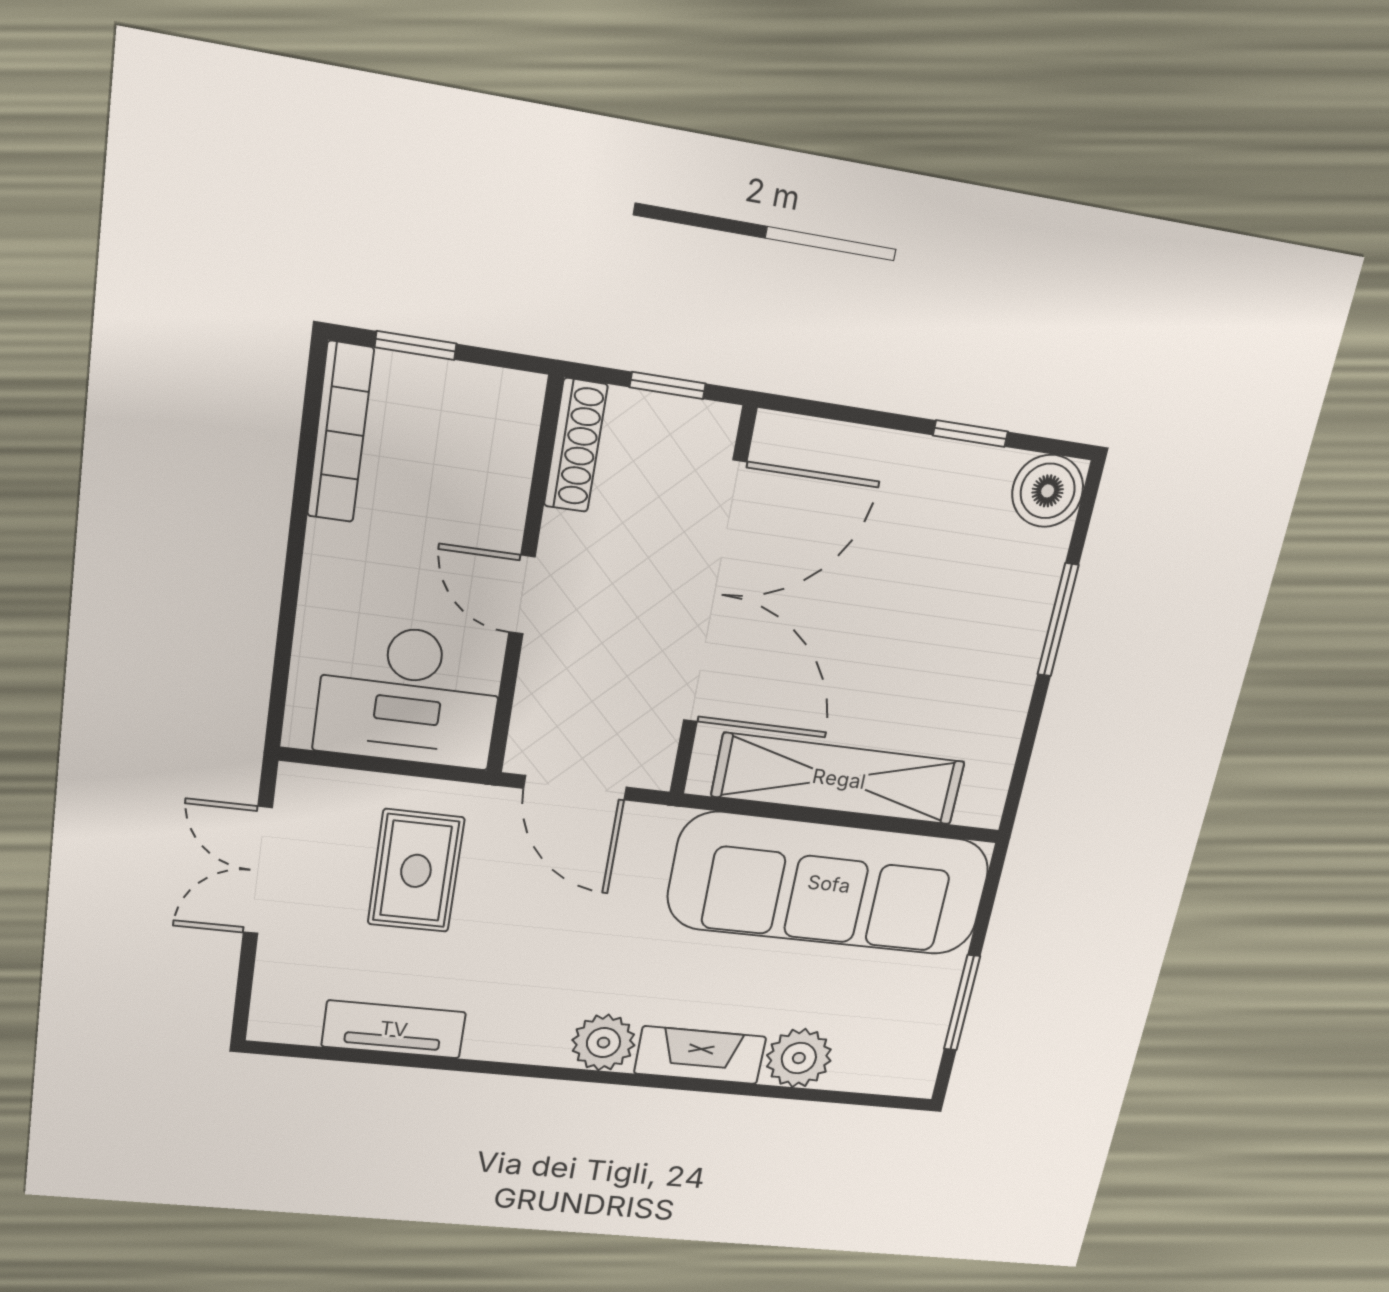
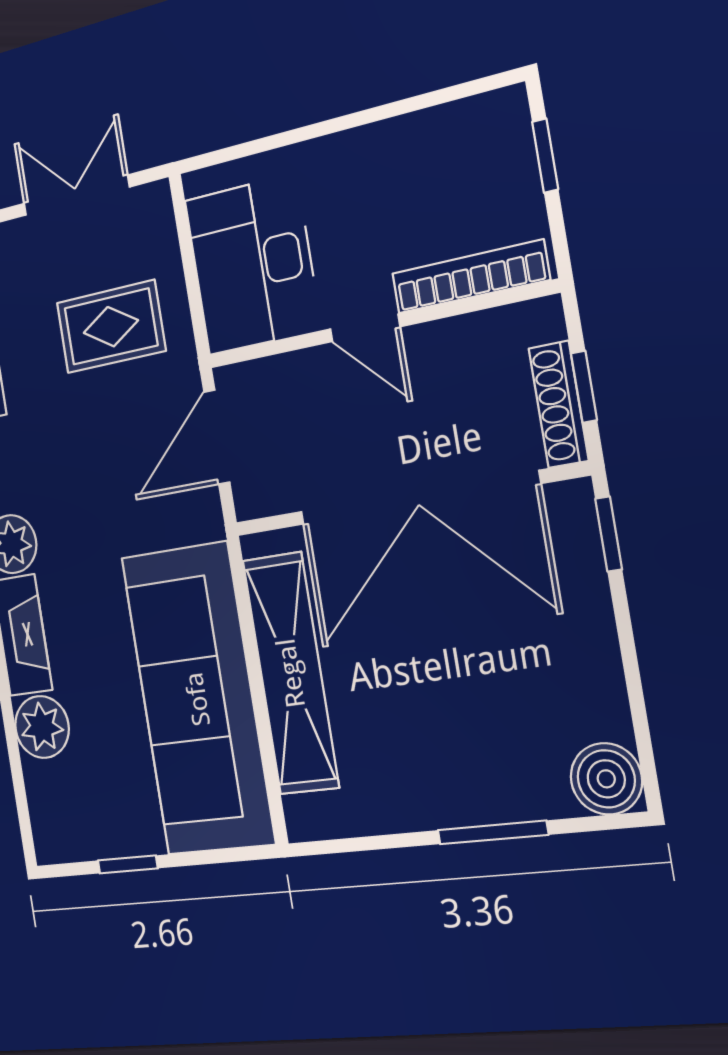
bookcase: (340, 432) -> (470, 277), moved, turned 180
window: (970, 434) -> (609, 534), moved
shoe rack: (576, 445) -> (559, 404), moved, turned 90
door: (522, 595) -> (365, 328), swing flipped
window: (962, 1003) -> (128, 864), width x0.67

